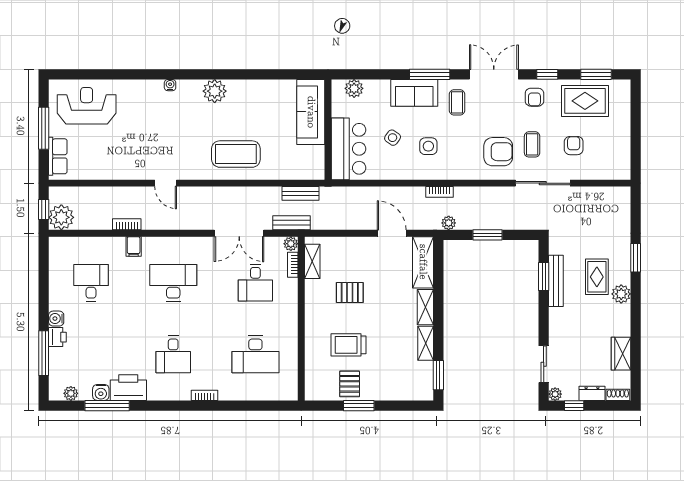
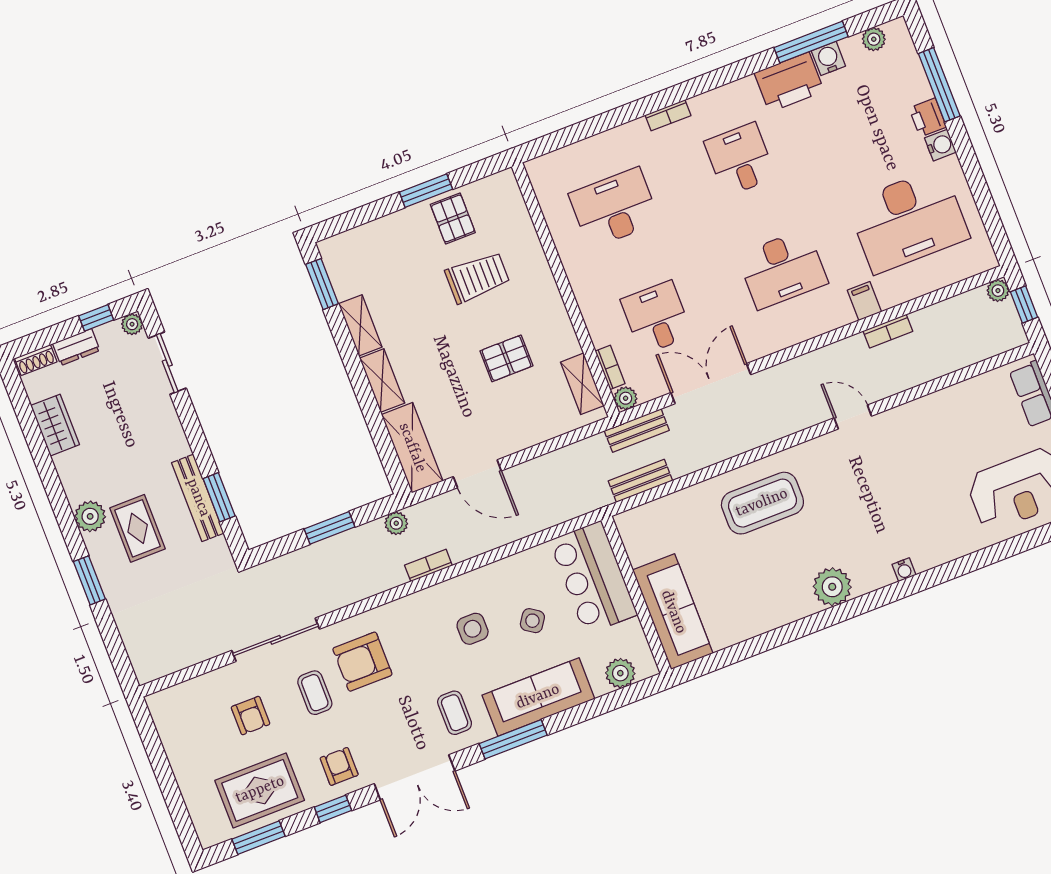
sofa: (414, 93) -> (538, 697), width x1.36
plant: (61, 217) -> (998, 291), width x0.53, depth x0.53
desk: (91, 283) -> (908, 220), width x1.87, depth x1.30

